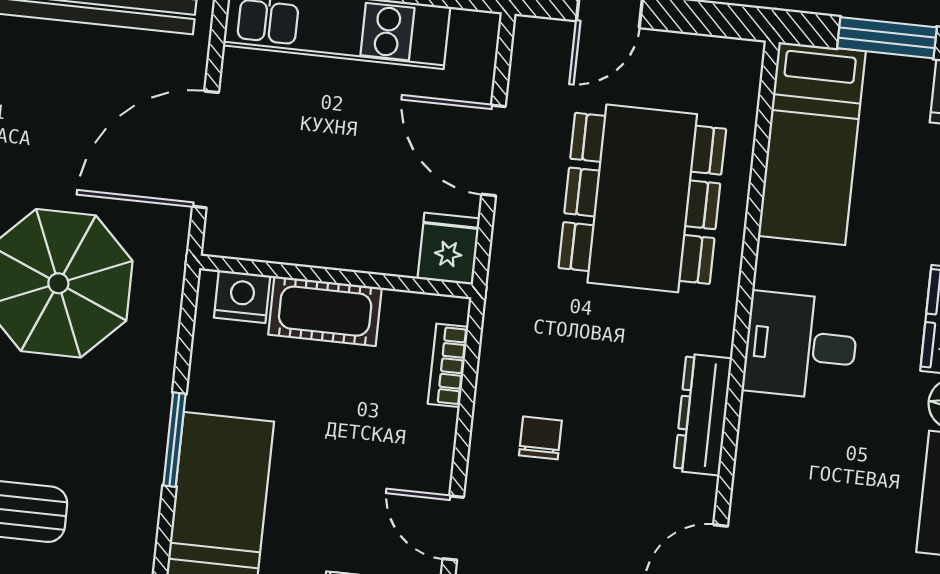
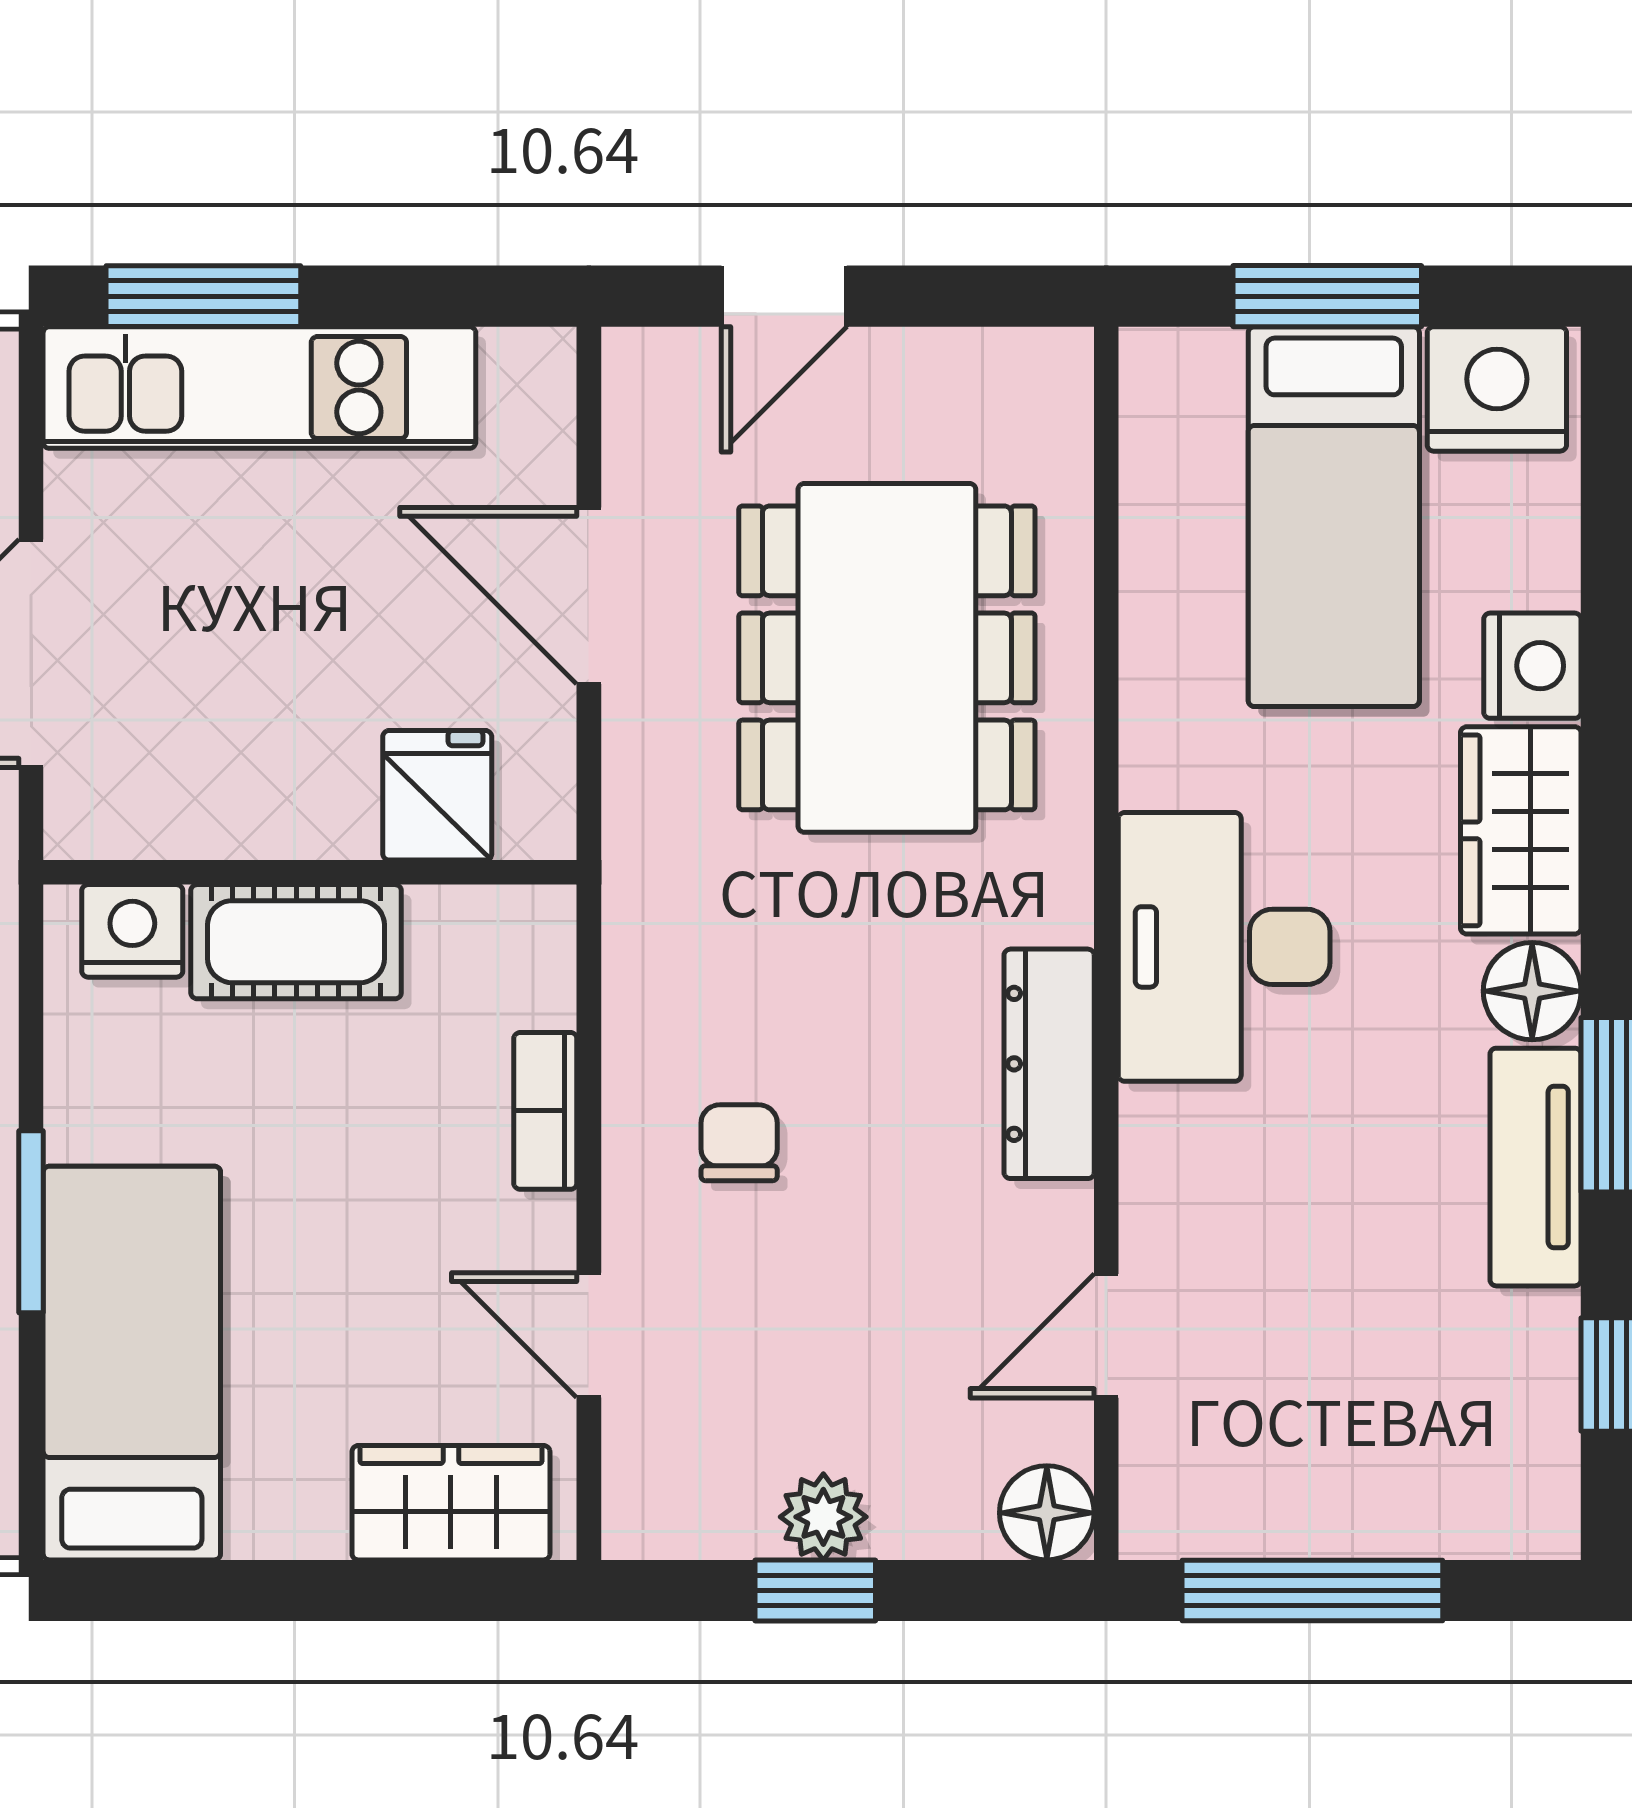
bed: (812, 144) -> (1334, 517), moved
fridge: (449, 249) -> (437, 795), moved
desk: (801, 346) -> (1224, 947), width x1.37
bookcase: (448, 365) -> (545, 1111), moved

